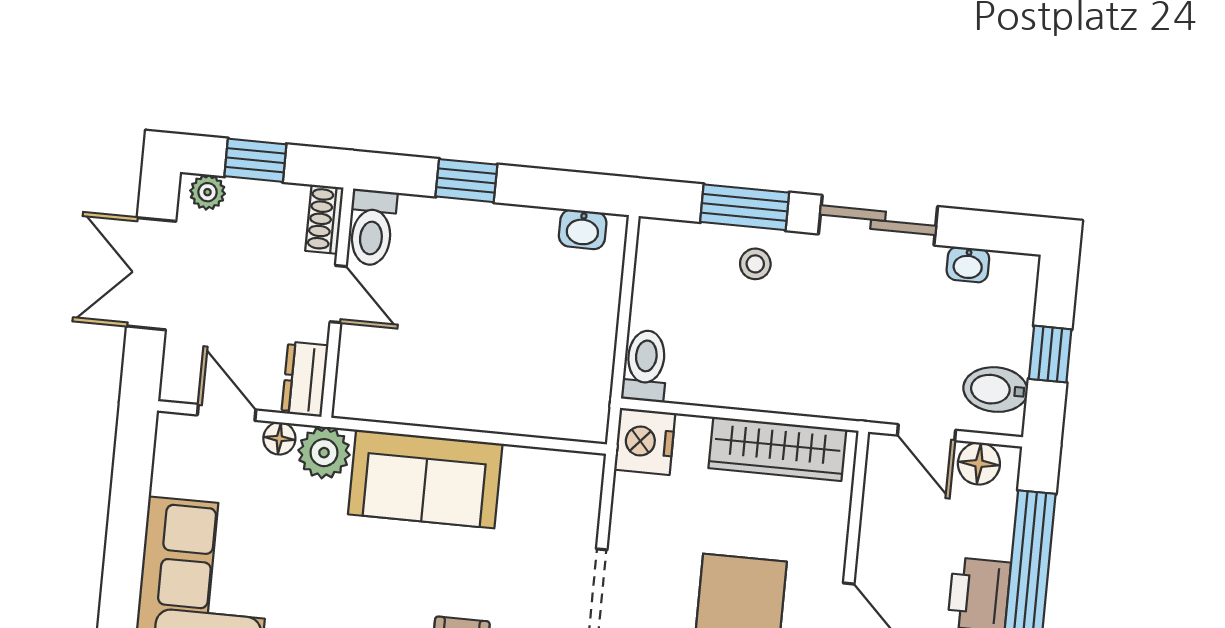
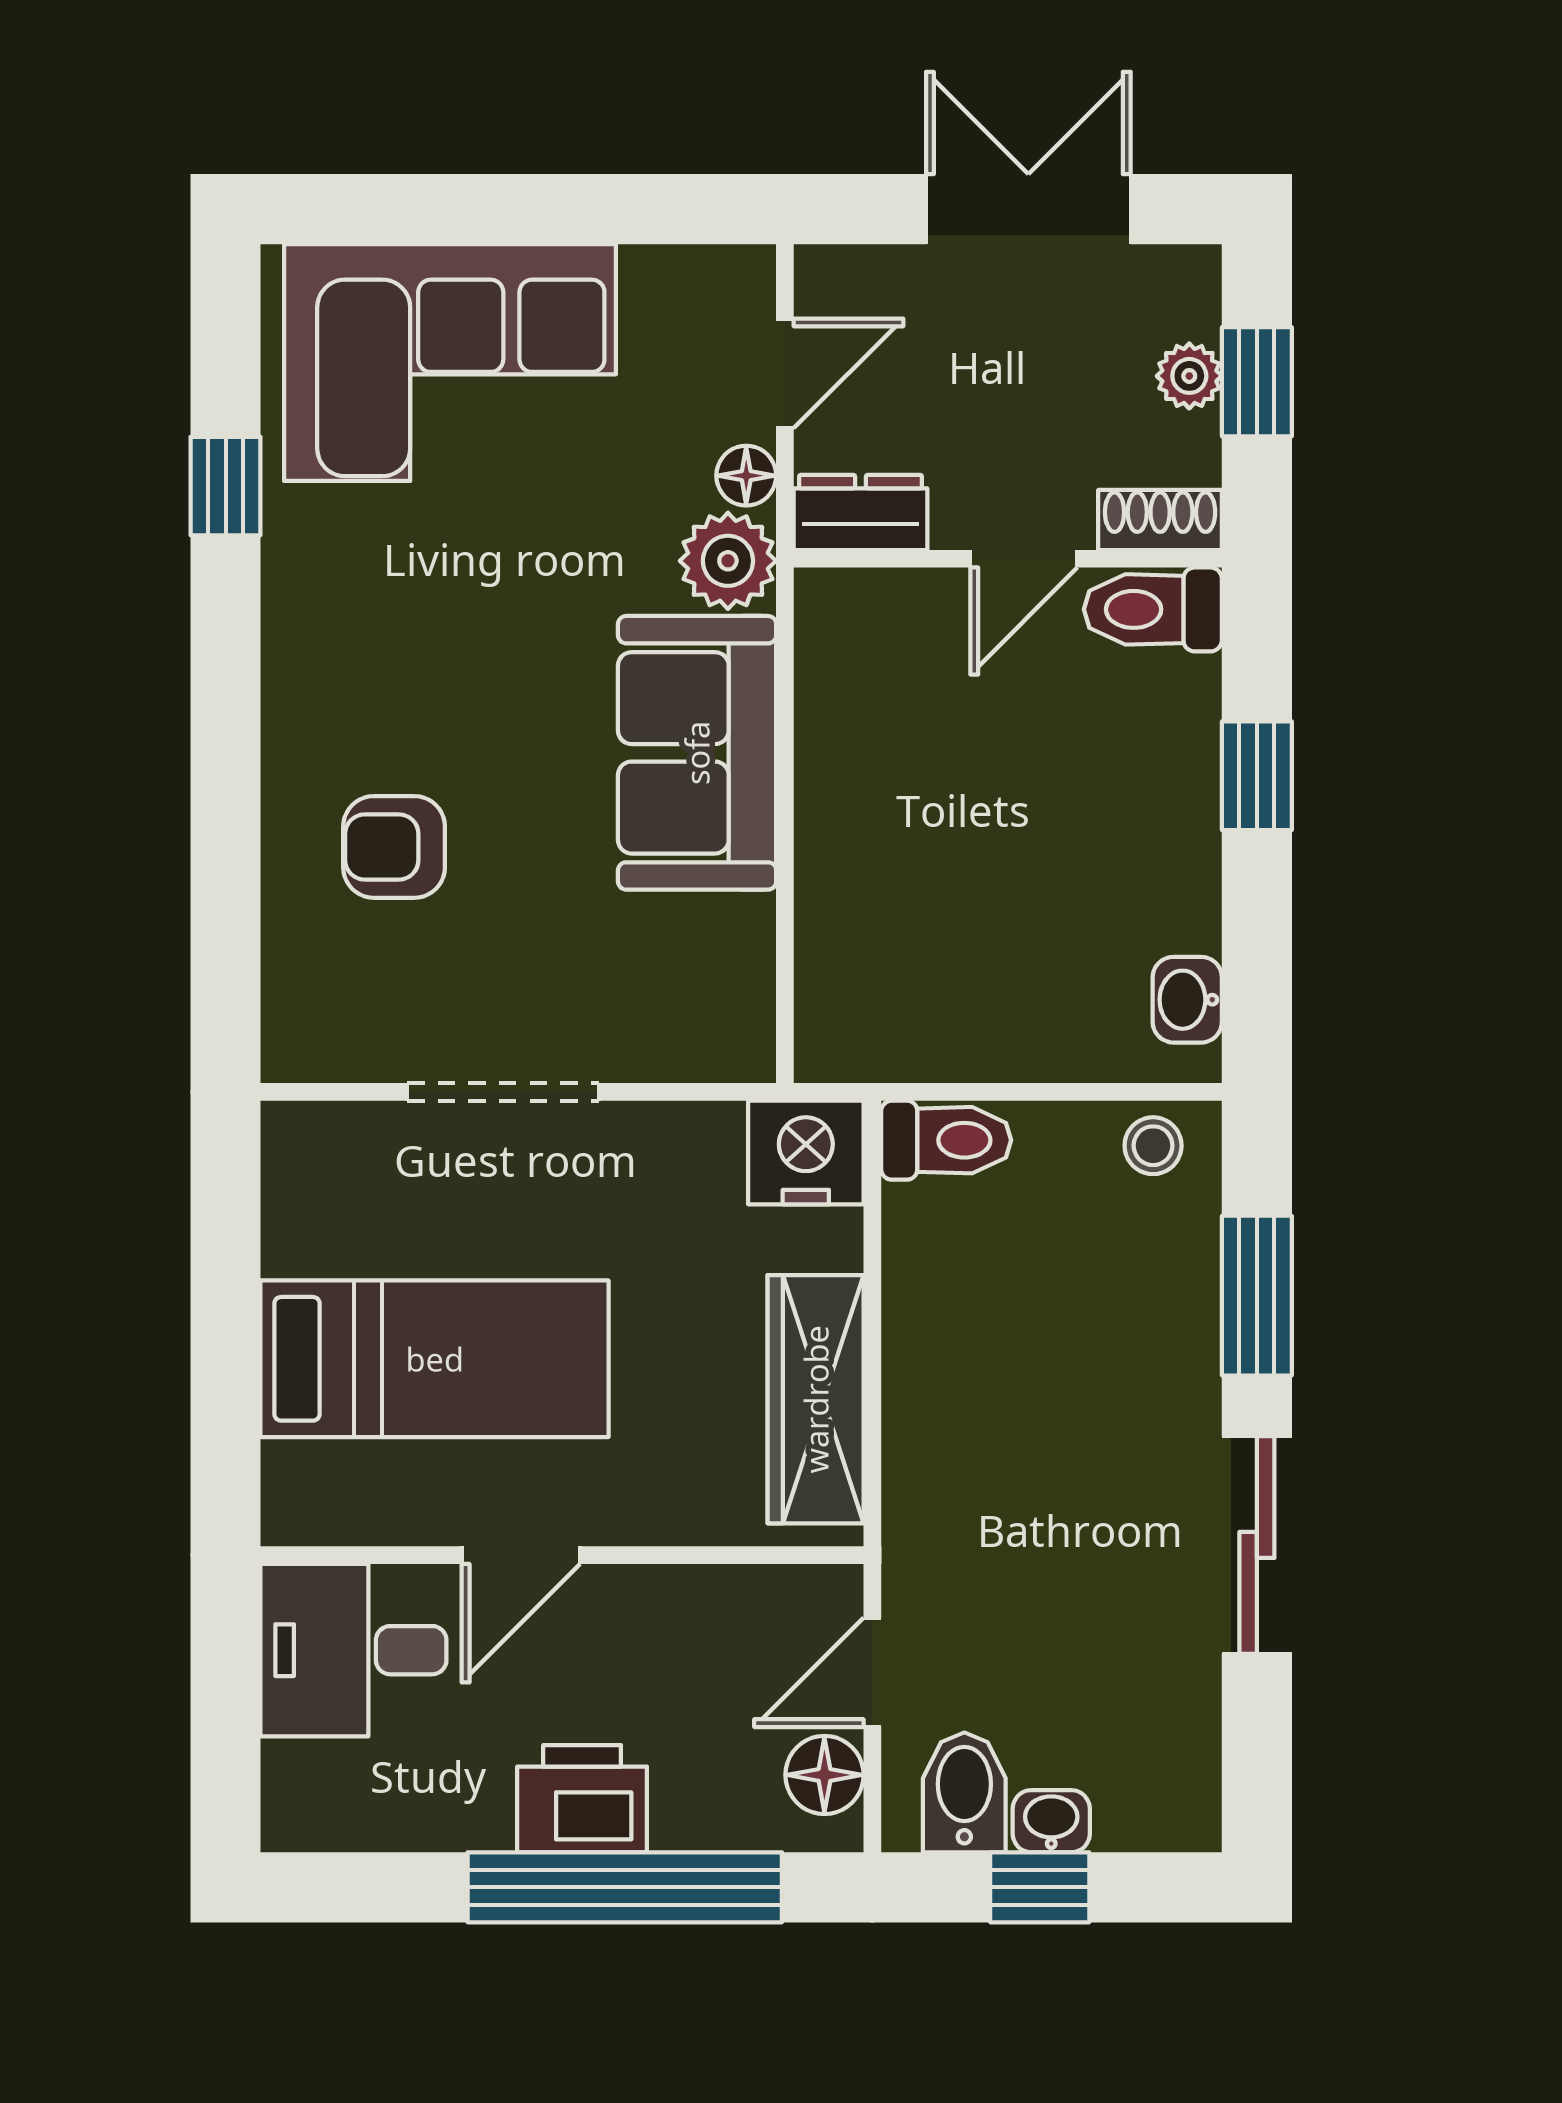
plant: (208, 192) -> (1189, 376), moved
stool: (755, 264) -> (1153, 1146), moved
washbasin: (968, 265) -> (1051, 1821), moved, turned 90

